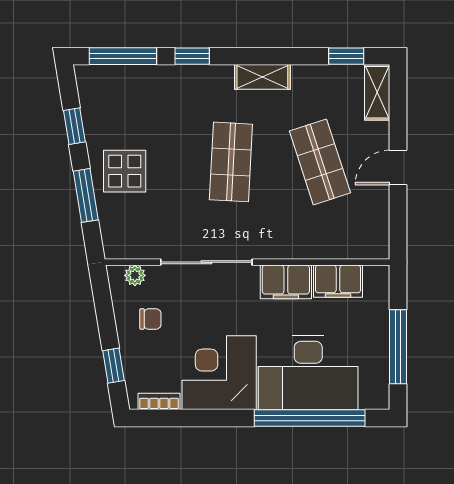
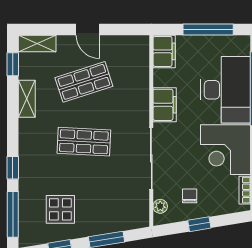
shelving: (262, 77) -> (27, 99), moved
display table: (125, 171) -> (60, 209), moved
filing cabinet: (338, 281) -> (164, 51), moved
window: (113, 366) -> (199, 224), moved

